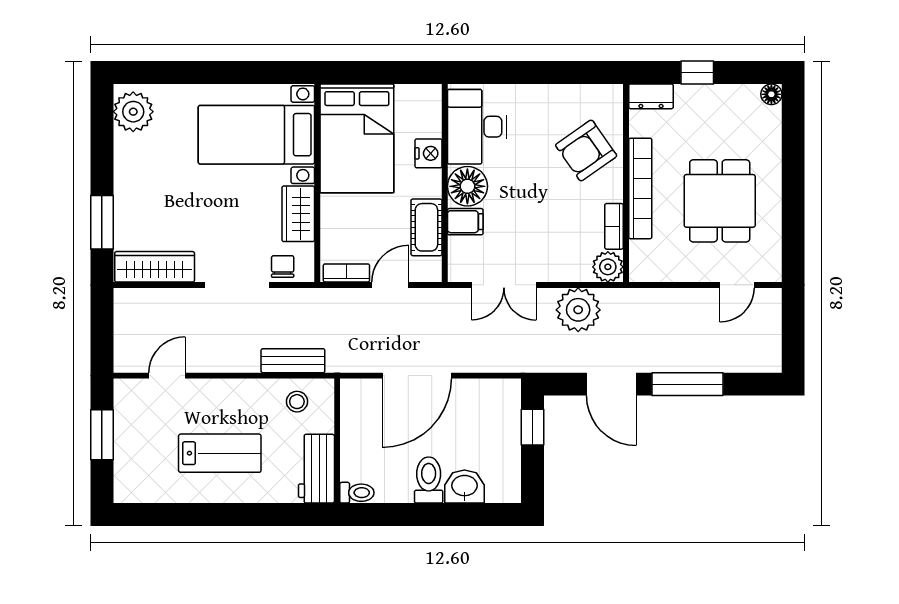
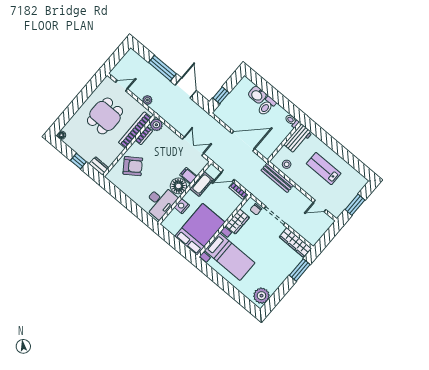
bookcase: (640, 188) -> (135, 130), moved
plant: (578, 310) -> (147, 100), moved, width x0.53, depth x0.53
bench: (293, 361) -> (277, 178), width x1.36

